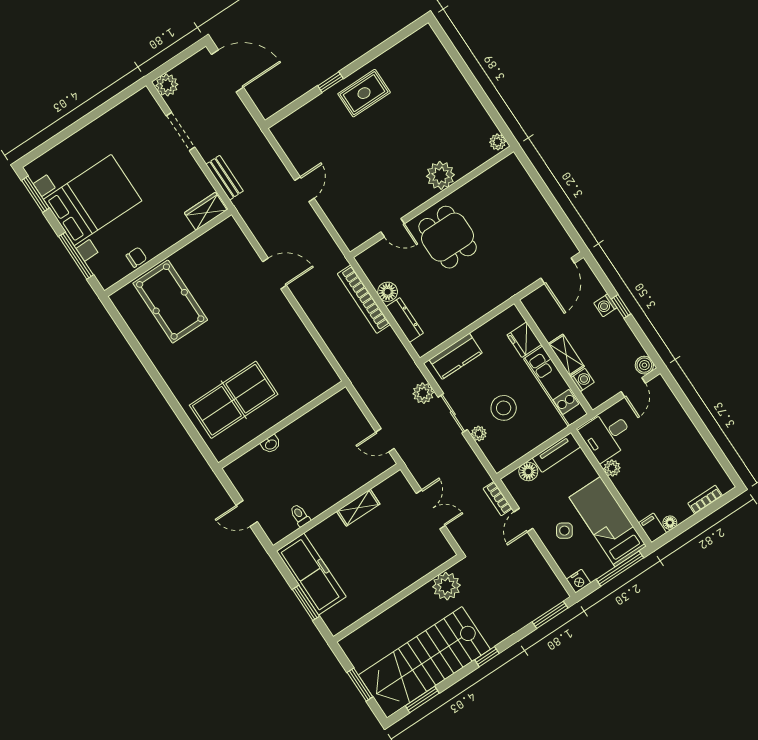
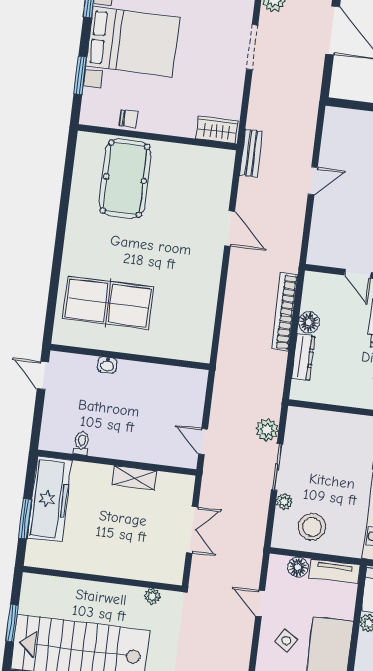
bench: (225, 178) -> (251, 153), moved
window: (76, 256) -> (80, 75), width x0.69
kitchen counter: (456, 356) -> (319, 423), removed
stool: (504, 408) -> (312, 527), moved
bookcase: (498, 499) -> (254, 568), removed
door: (247, 514) -> (43, 376), moved
door: (523, 520) -> (260, 603), hinge flipped
plant: (446, 586) -> (152, 596), width x0.53, depth x0.53

